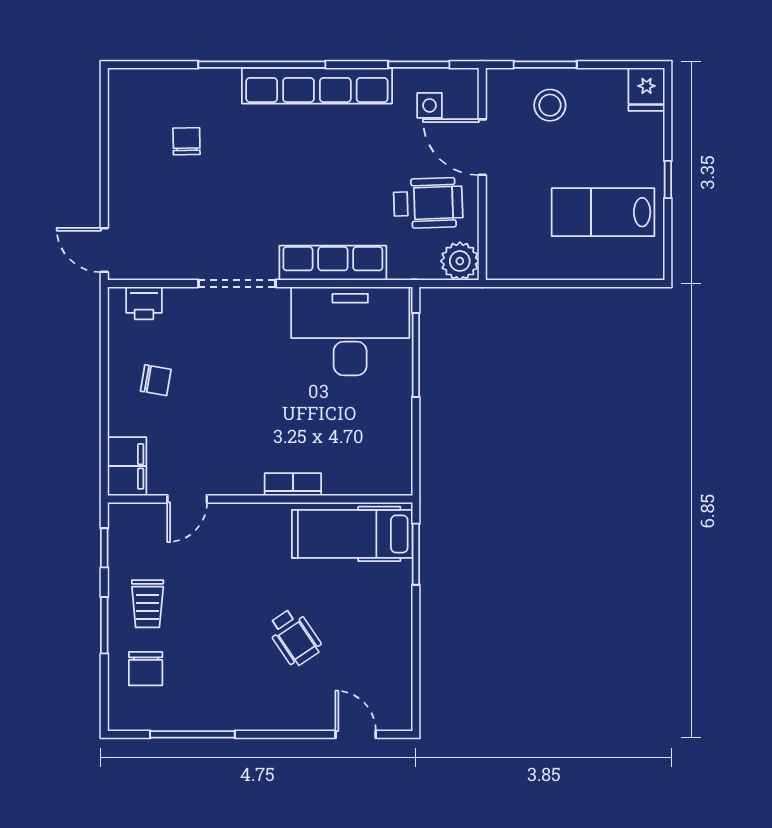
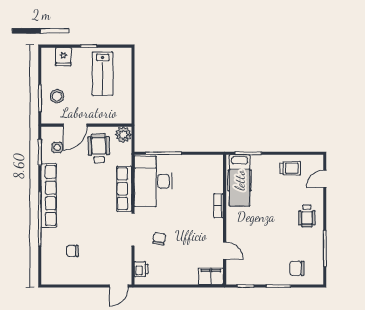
fridge: (647, 89) -> (63, 57), moved, turned 90
chair: (156, 380) -> (159, 239), moved
trolley: (148, 604) -> (290, 168), moved
wheelchair: (294, 637) -> (307, 216), moved, turned 124
chair: (146, 669) -> (297, 268), turned 180

